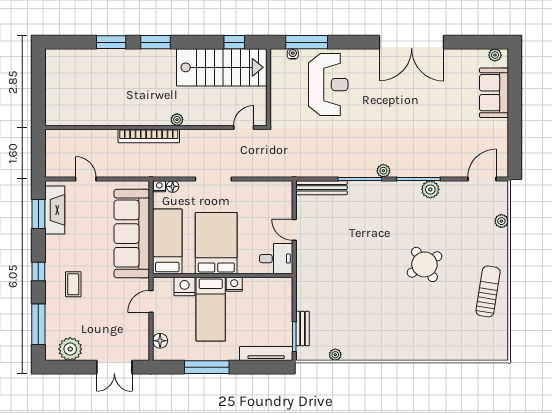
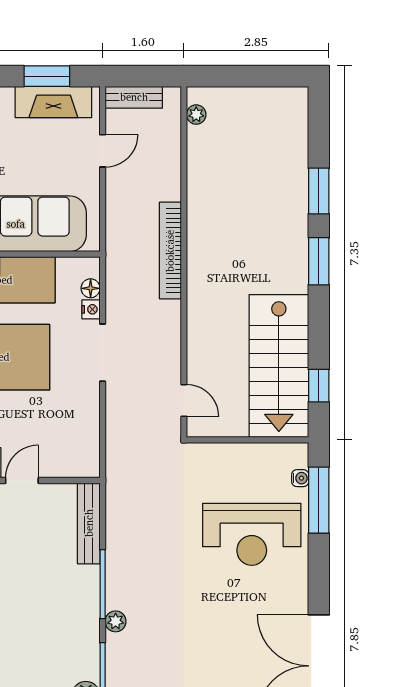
plant: (177, 120) -> (196, 115), moved
bench: (52, 159) -> (134, 97), added
nightstand: (159, 186) -> (91, 309), moved

